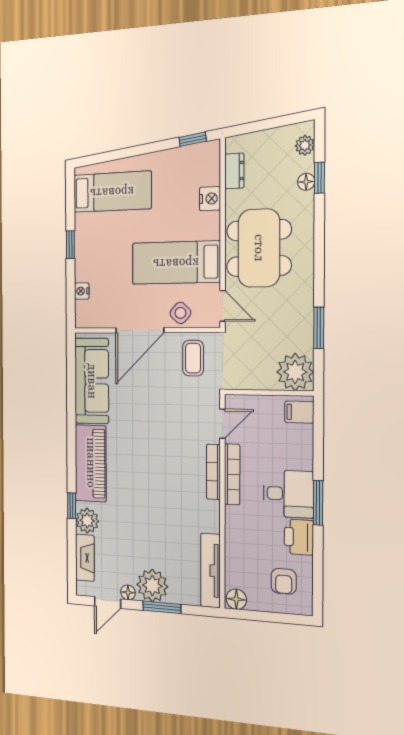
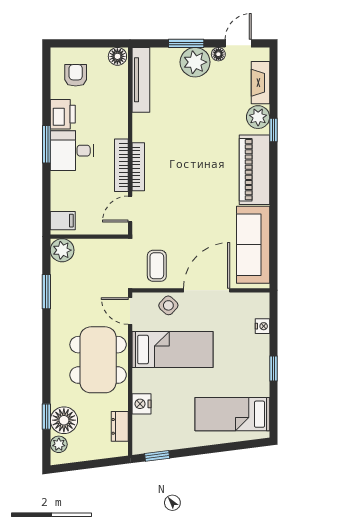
floor lamp: (306, 182) -> (64, 420), width x1.89, depth x1.89
plant: (295, 372) -> (62, 250), width x0.73, depth x0.73

